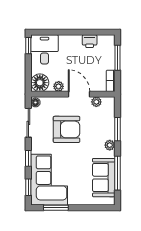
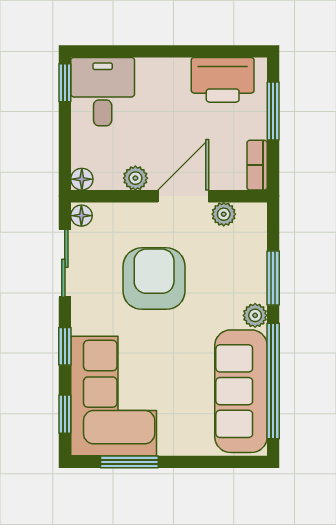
printer: (90, 41) -> (223, 80), width x1.87, depth x1.48
floor lamp: (40, 83) -> (82, 179), width x0.53, depth x0.53
door: (79, 94) -> (183, 196), hinge flipped
armchair: (66, 129) -> (154, 279), turned -90
window: (117, 173) -> (273, 381), width x1.46
sofa: (104, 178) -> (241, 391), width x1.36

